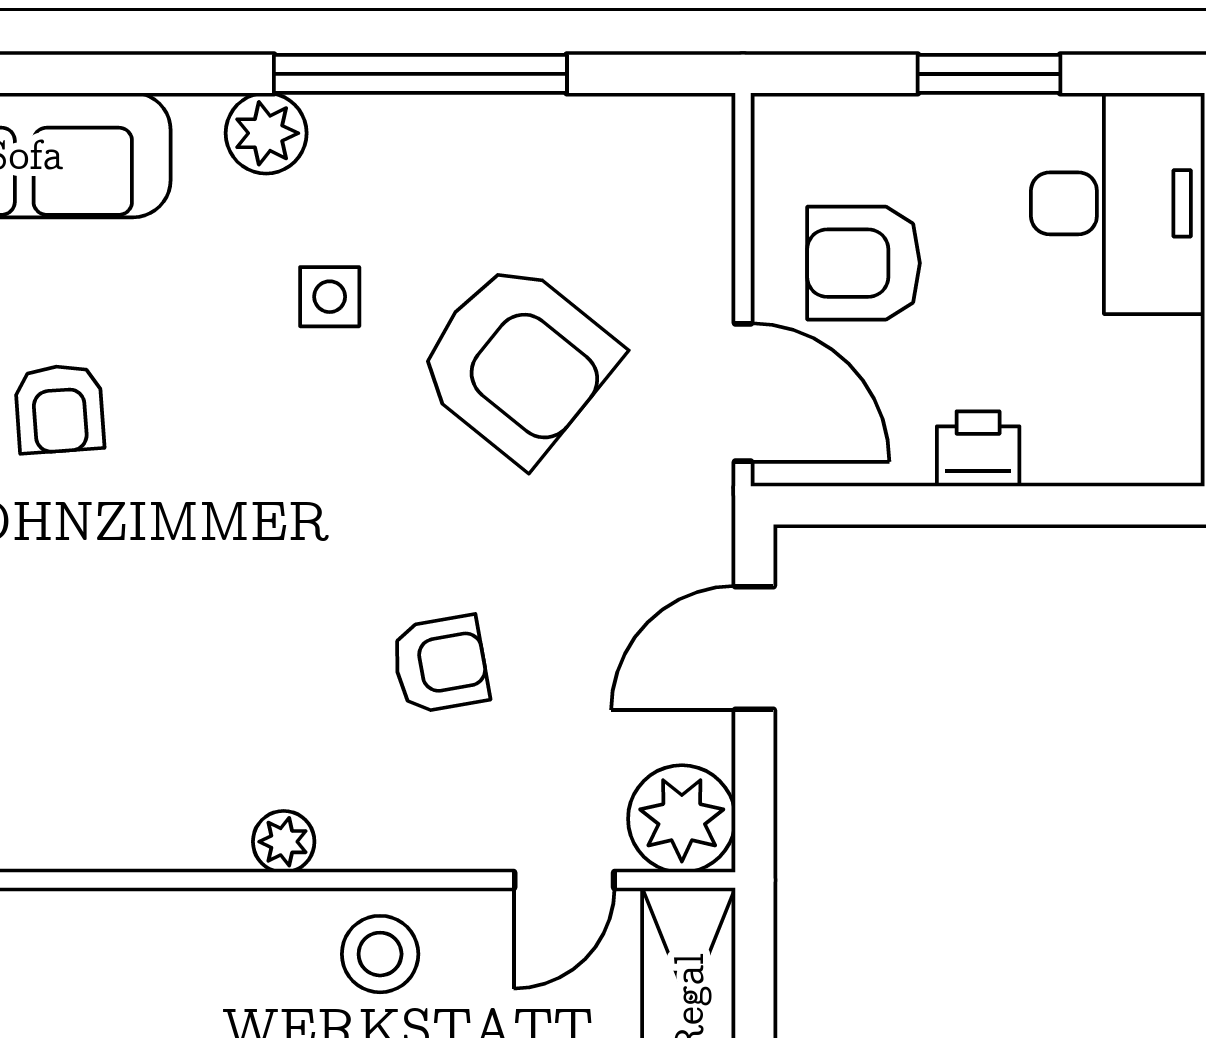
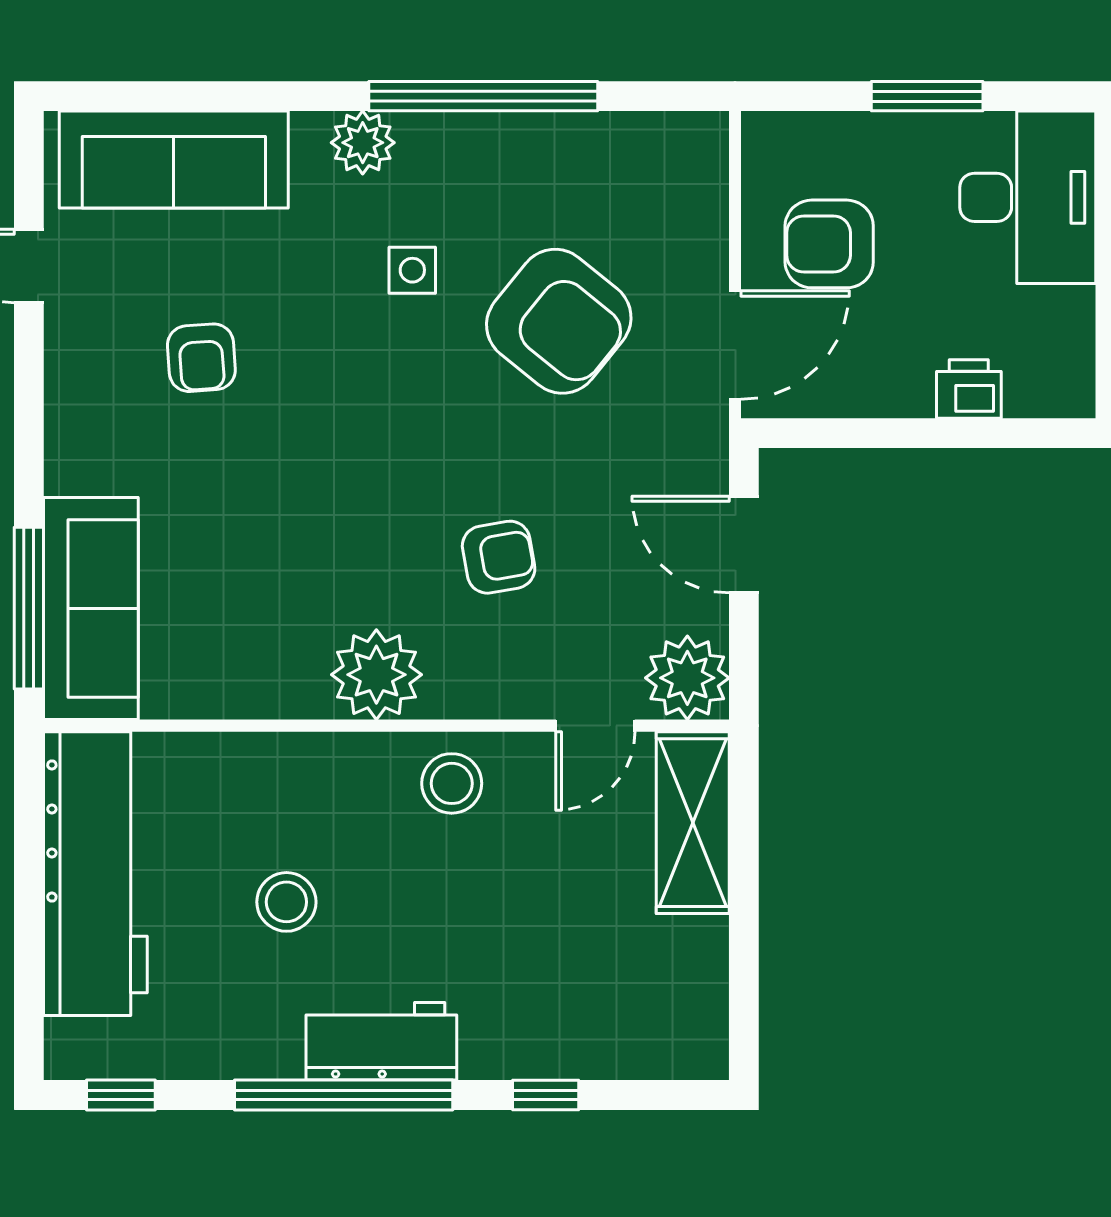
door: (743, 392) -> (735, 345), hinge flipped
printer: (978, 449) -> (969, 389), moved
door: (754, 648) -> (744, 545), hinge flipped
plant: (284, 842) -> (376, 675), width x1.88, depth x1.88

